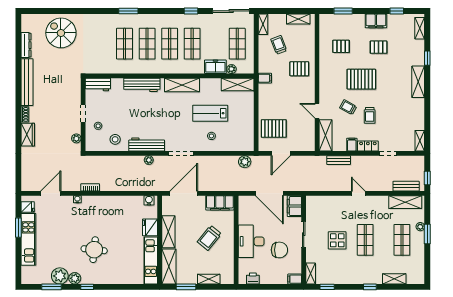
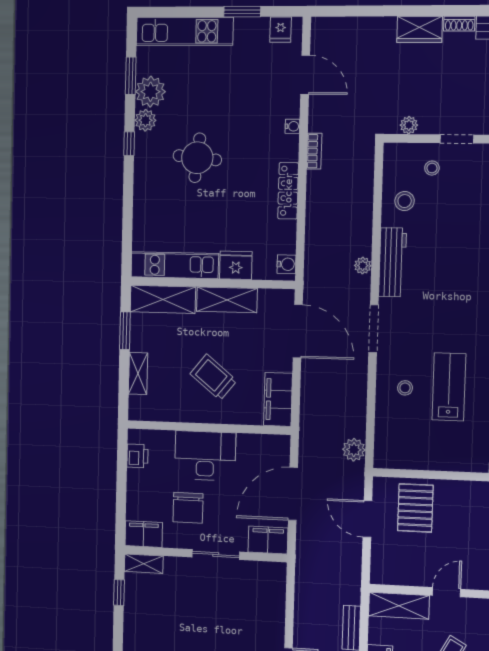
locker: (111, 201) -> (288, 191), added
kitchen unit: (28, 239) -> (185, 31), moved
display table: (337, 240) -> (203, 616), removed
filing cabinet: (295, 279) -> (144, 534), width x2.00

